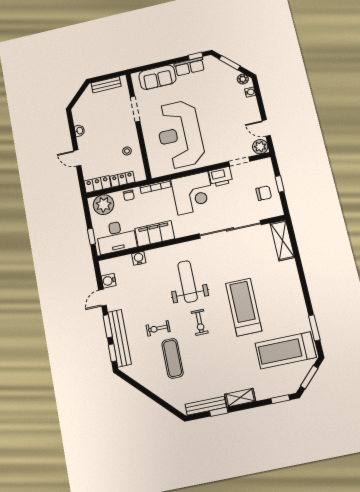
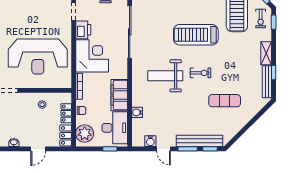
exercise bike: (158, 328) -> (261, 18), moved

